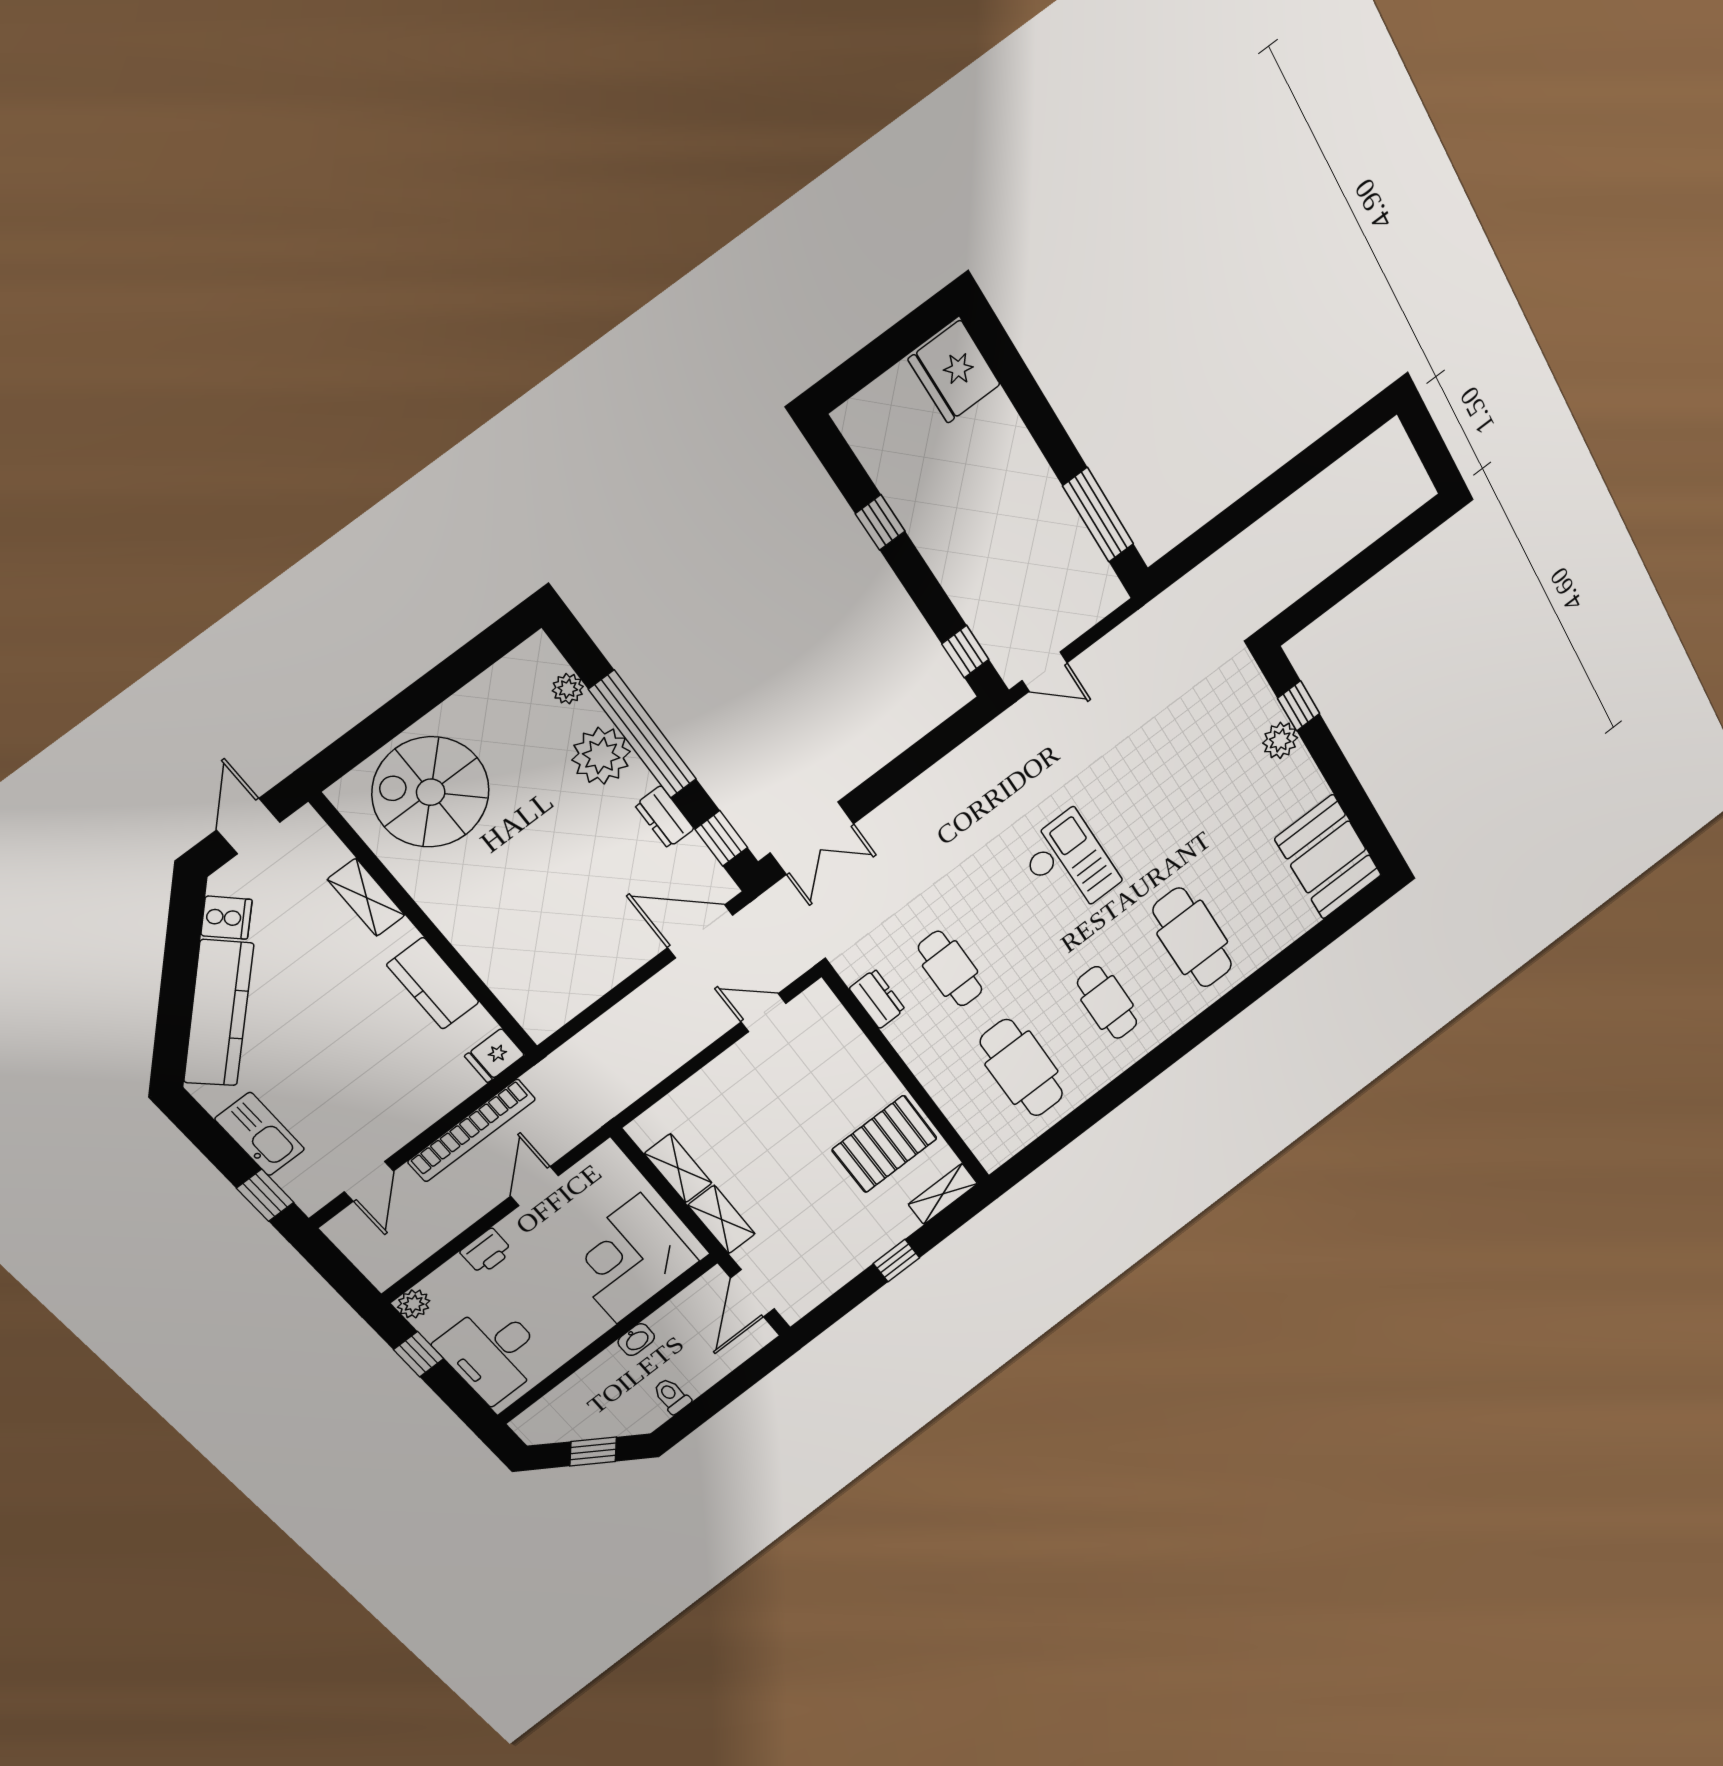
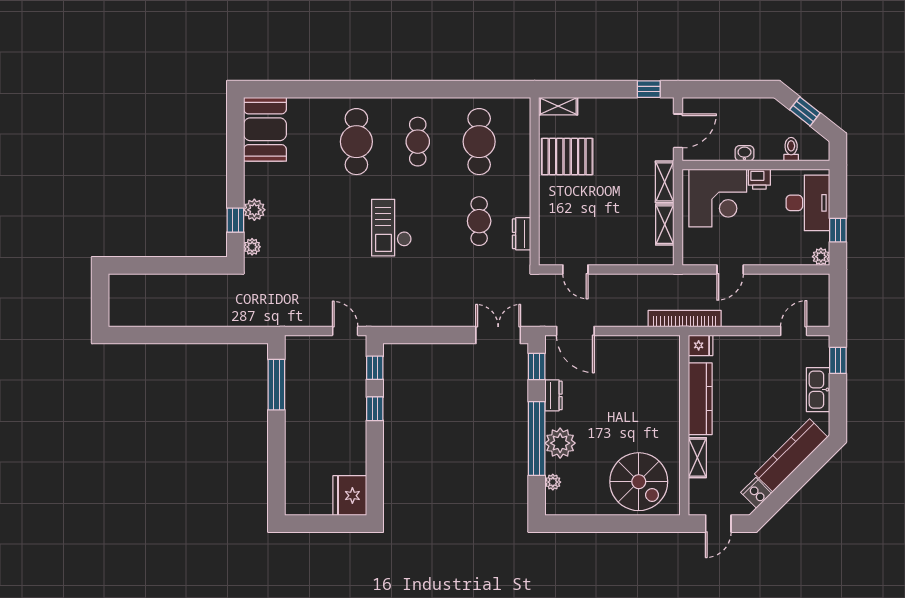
fridge: (954, 372) -> (350, 496), moved, turned 180
window: (880, 522) -> (375, 409), moved
plant: (1253, 687) -> (252, 247), added
kitchen counter: (433, 983) -> (700, 399), width x1.50
bookcase: (472, 1130) -> (685, 319), moved
printer: (486, 1252) -> (759, 179), moved, turned 180
window: (896, 1261) -> (649, 89), moved
toilet: (672, 1396) -> (791, 149), moved, turned 180

